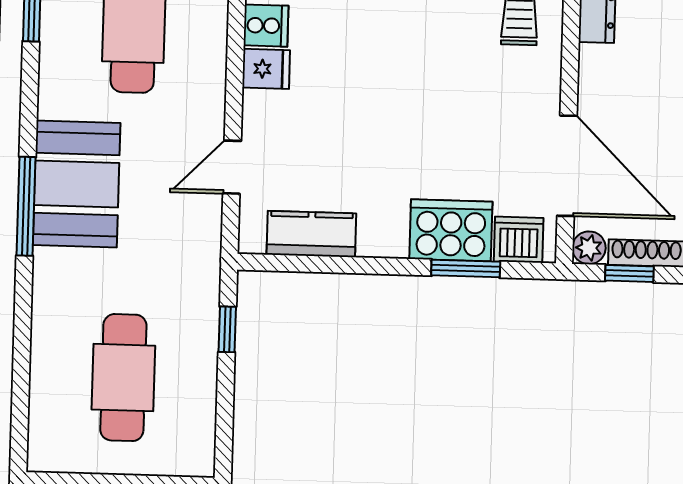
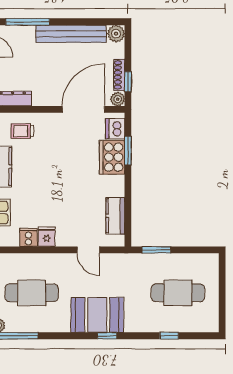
window: (26, 206) -> (107, 336), width x0.46
window: (227, 329) -> (156, 250), width x1.50
window: (22, 354) -> (169, 336), added

